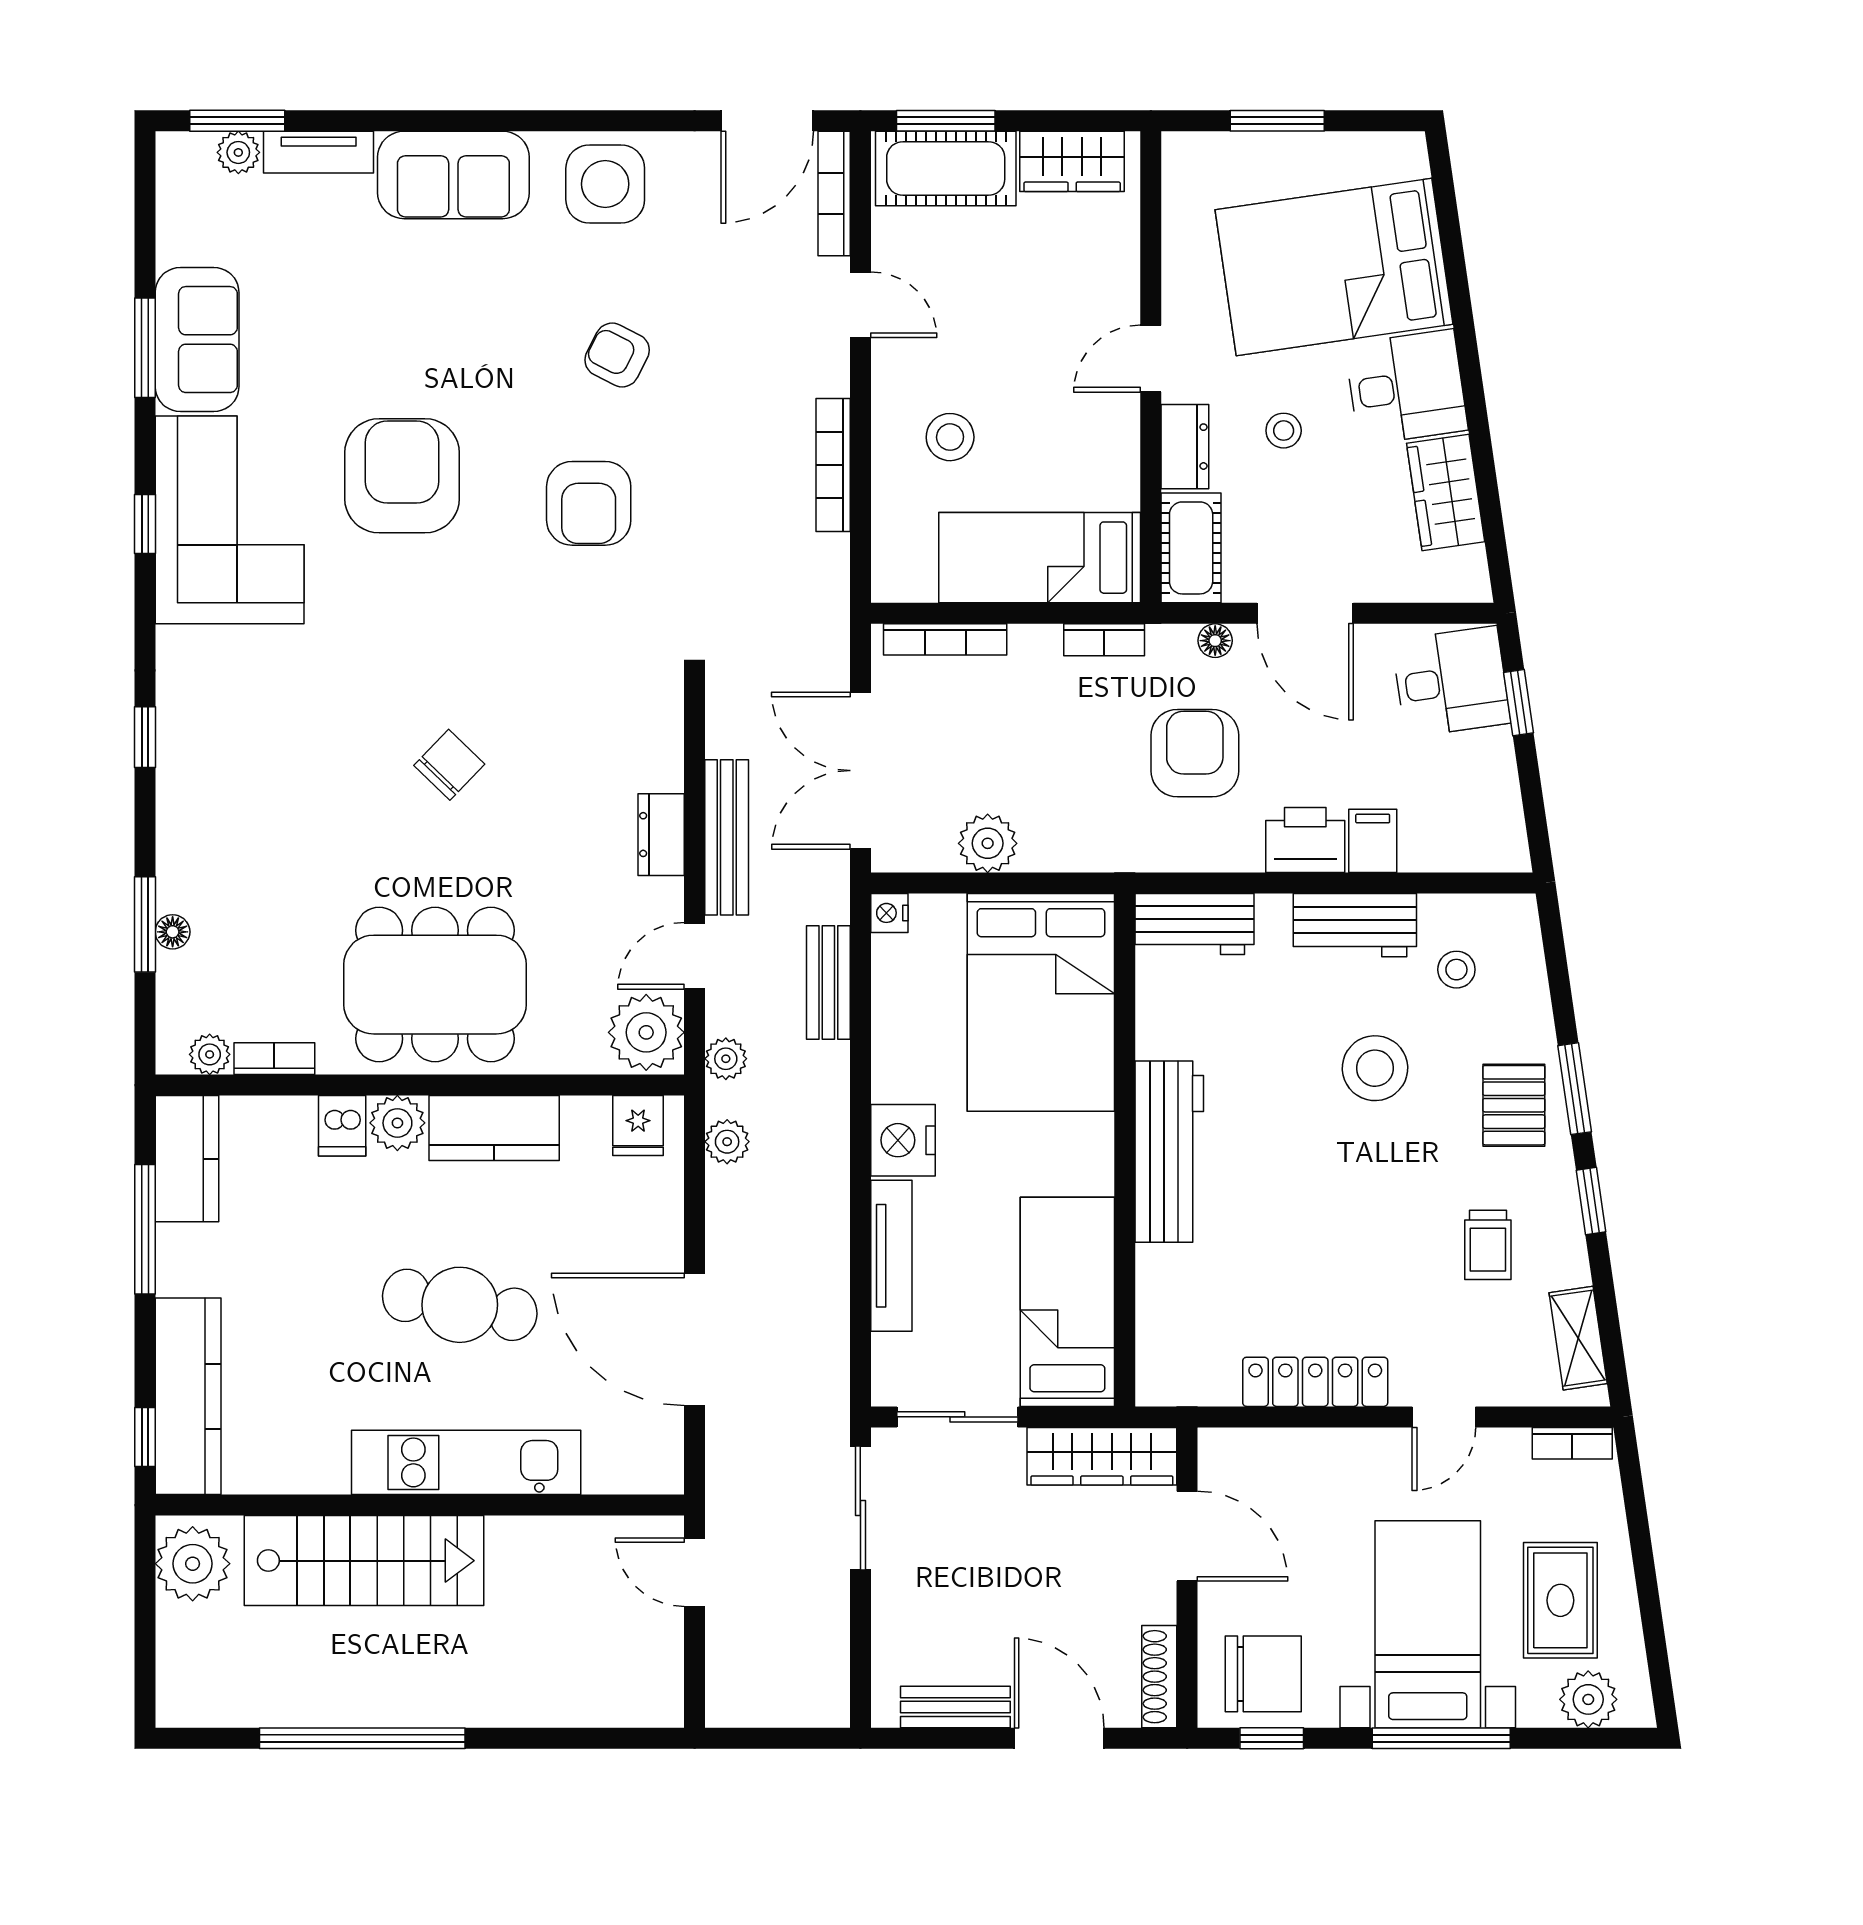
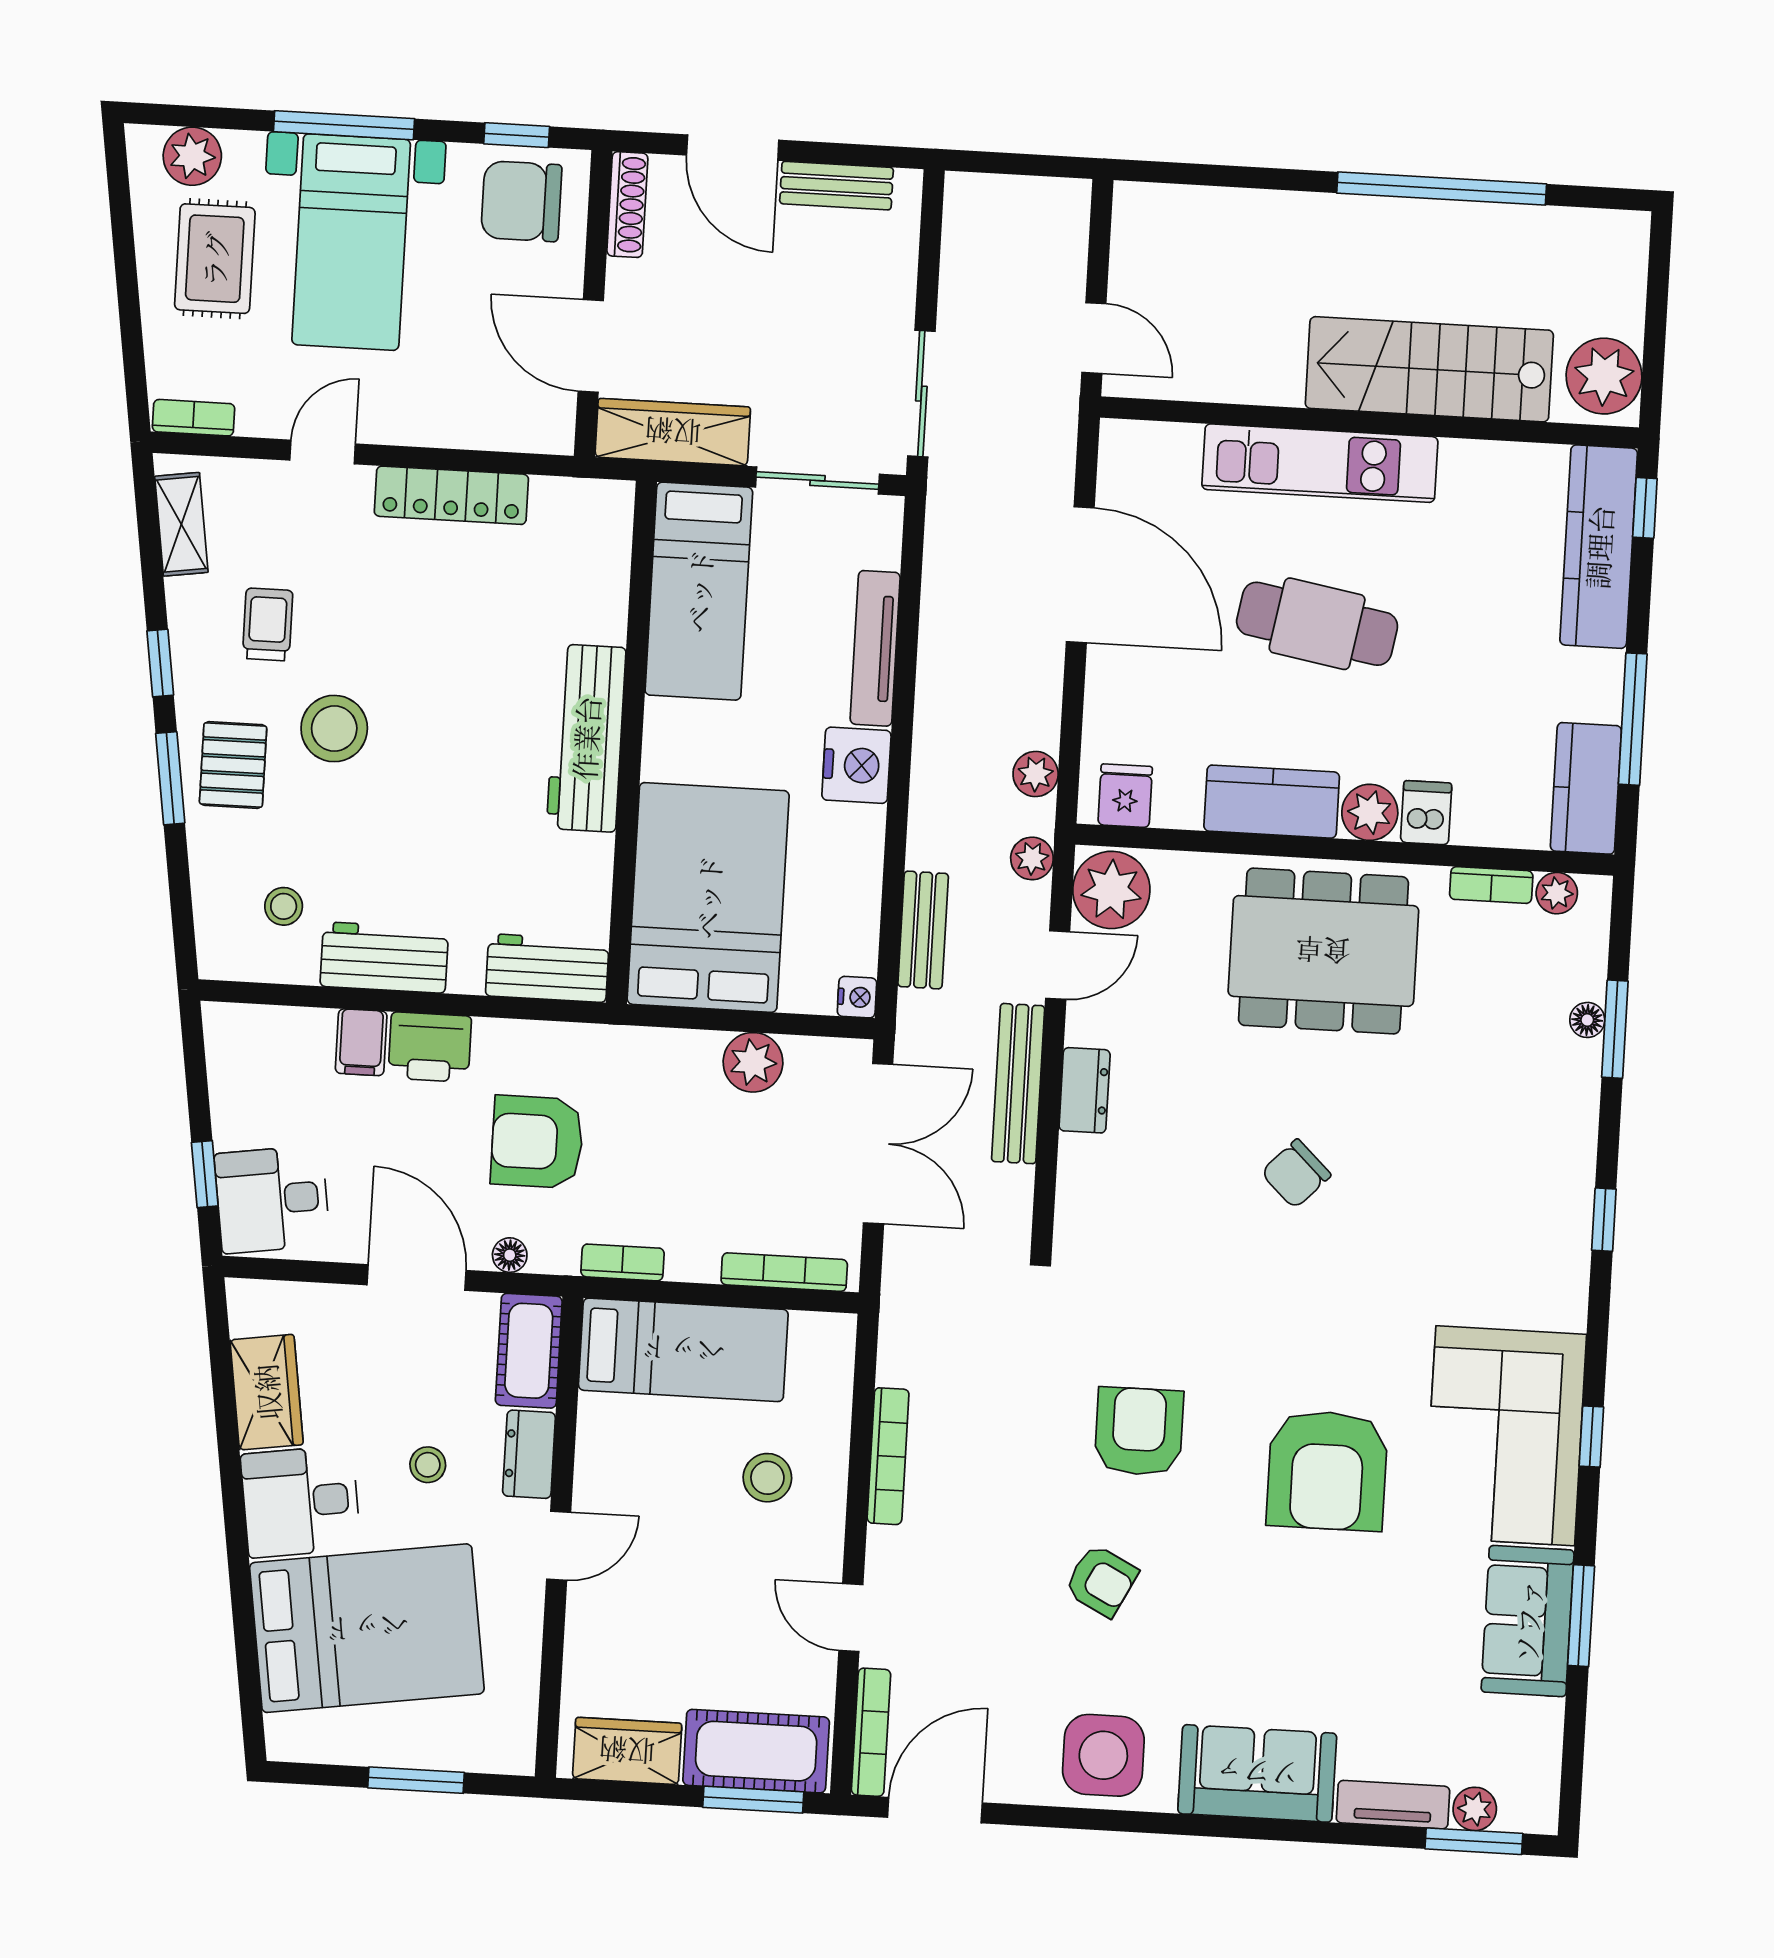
armchair: (1195, 753) -> (537, 1142), turned 90
stool: (1375, 1068) -> (334, 729), moved

